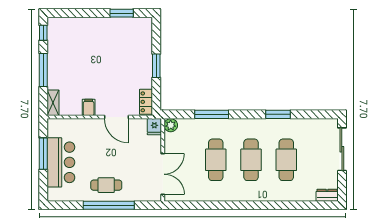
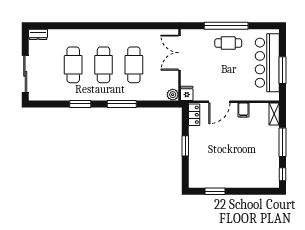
window: (212, 114) -> (122, 104), moved
door: (117, 117) -> (219, 102), swing flipped
bar counter: (61, 162) -> (267, 63), width x1.36

